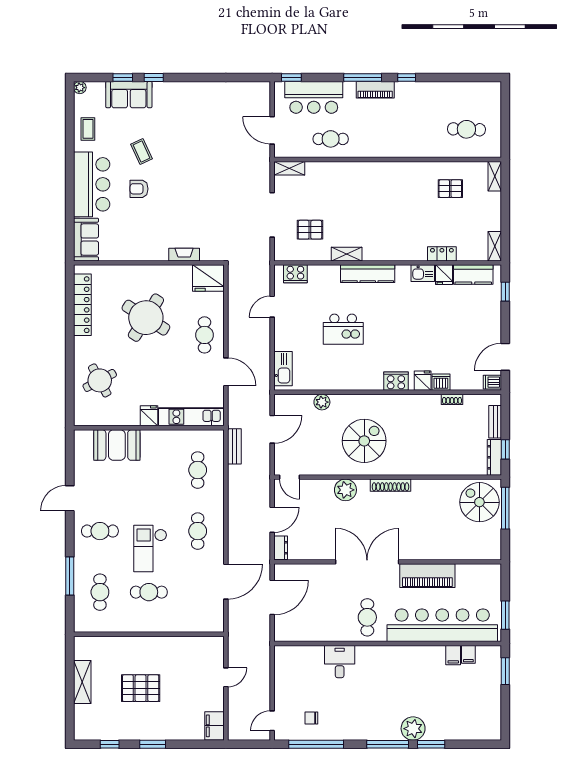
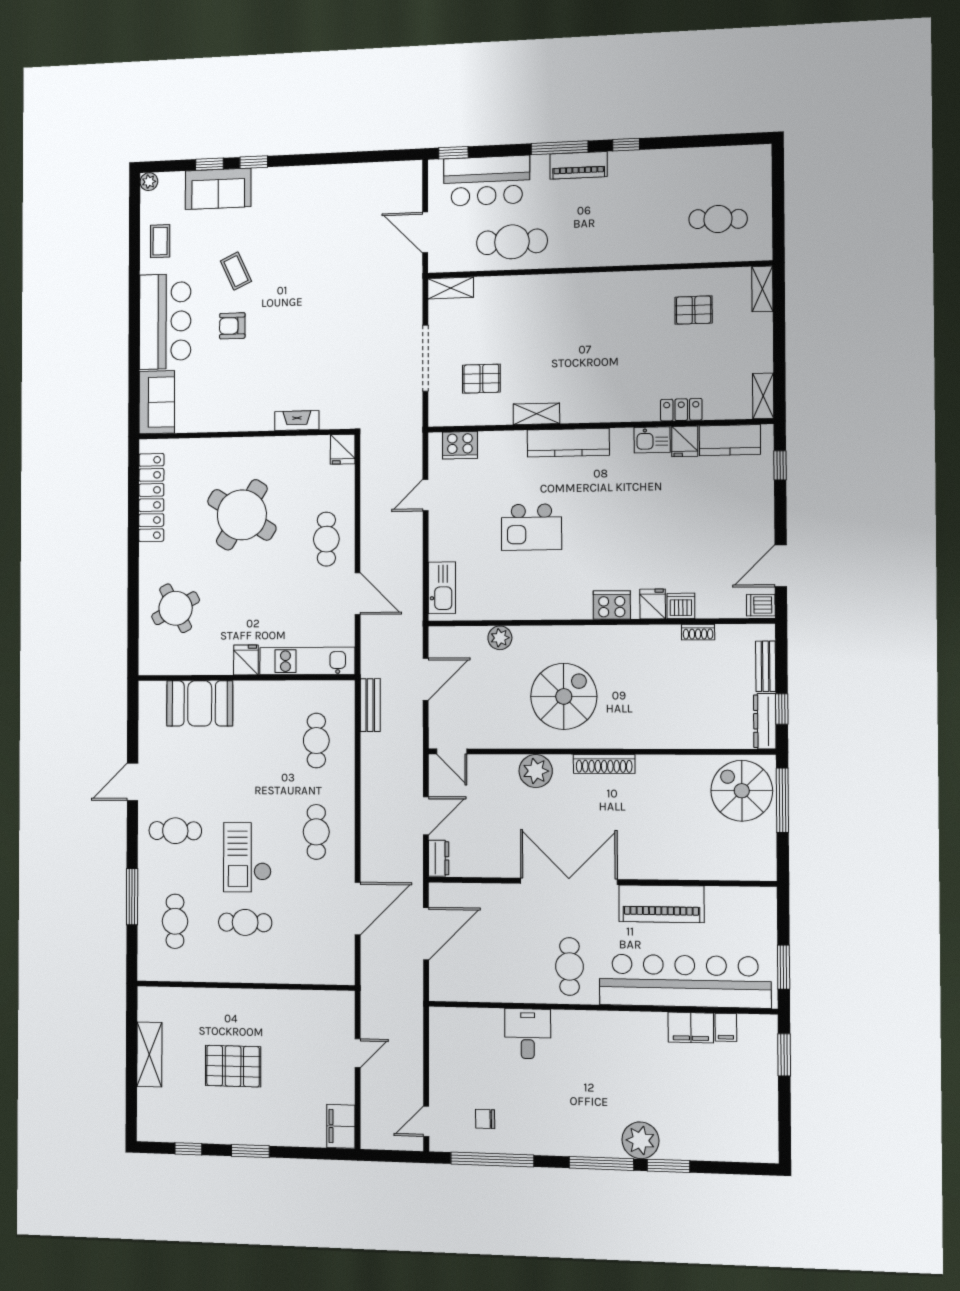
cafe table: (331, 139) -> (512, 242), width x1.37, depth x1.35
fridge: (208, 278) -> (343, 449), width x0.53, depth x0.75
filing cabinet: (453, 655) -> (691, 1028), width x2.00

